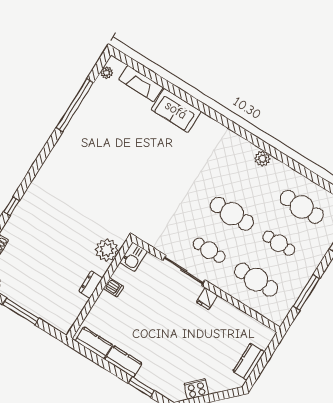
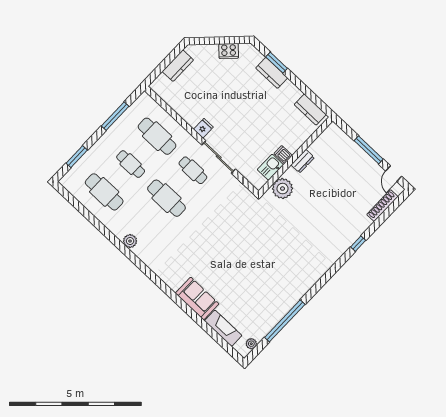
kitchen sink: (133, 257) -> (270, 167), moved
kitchen counter: (123, 361) -> (272, 73), moved

